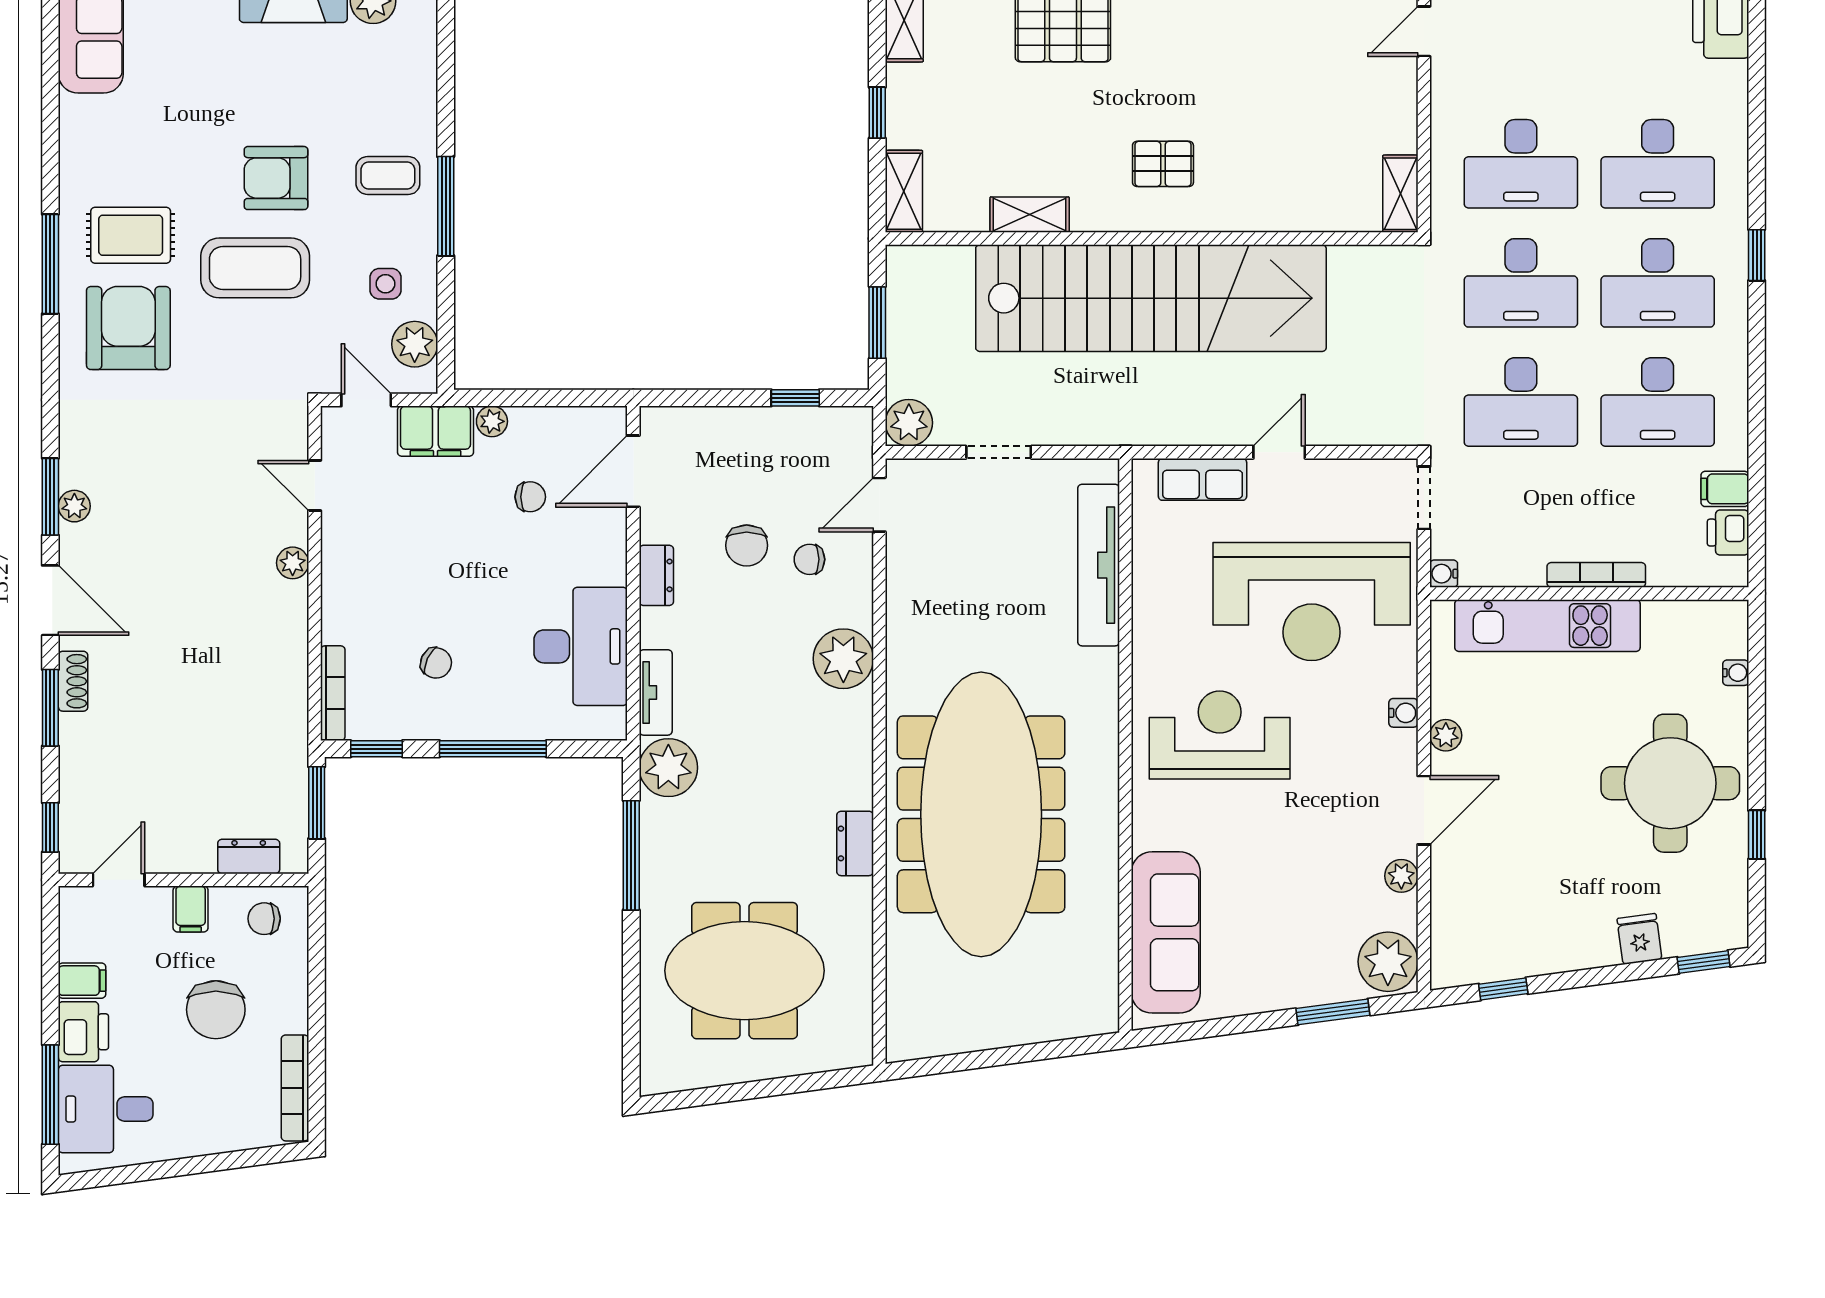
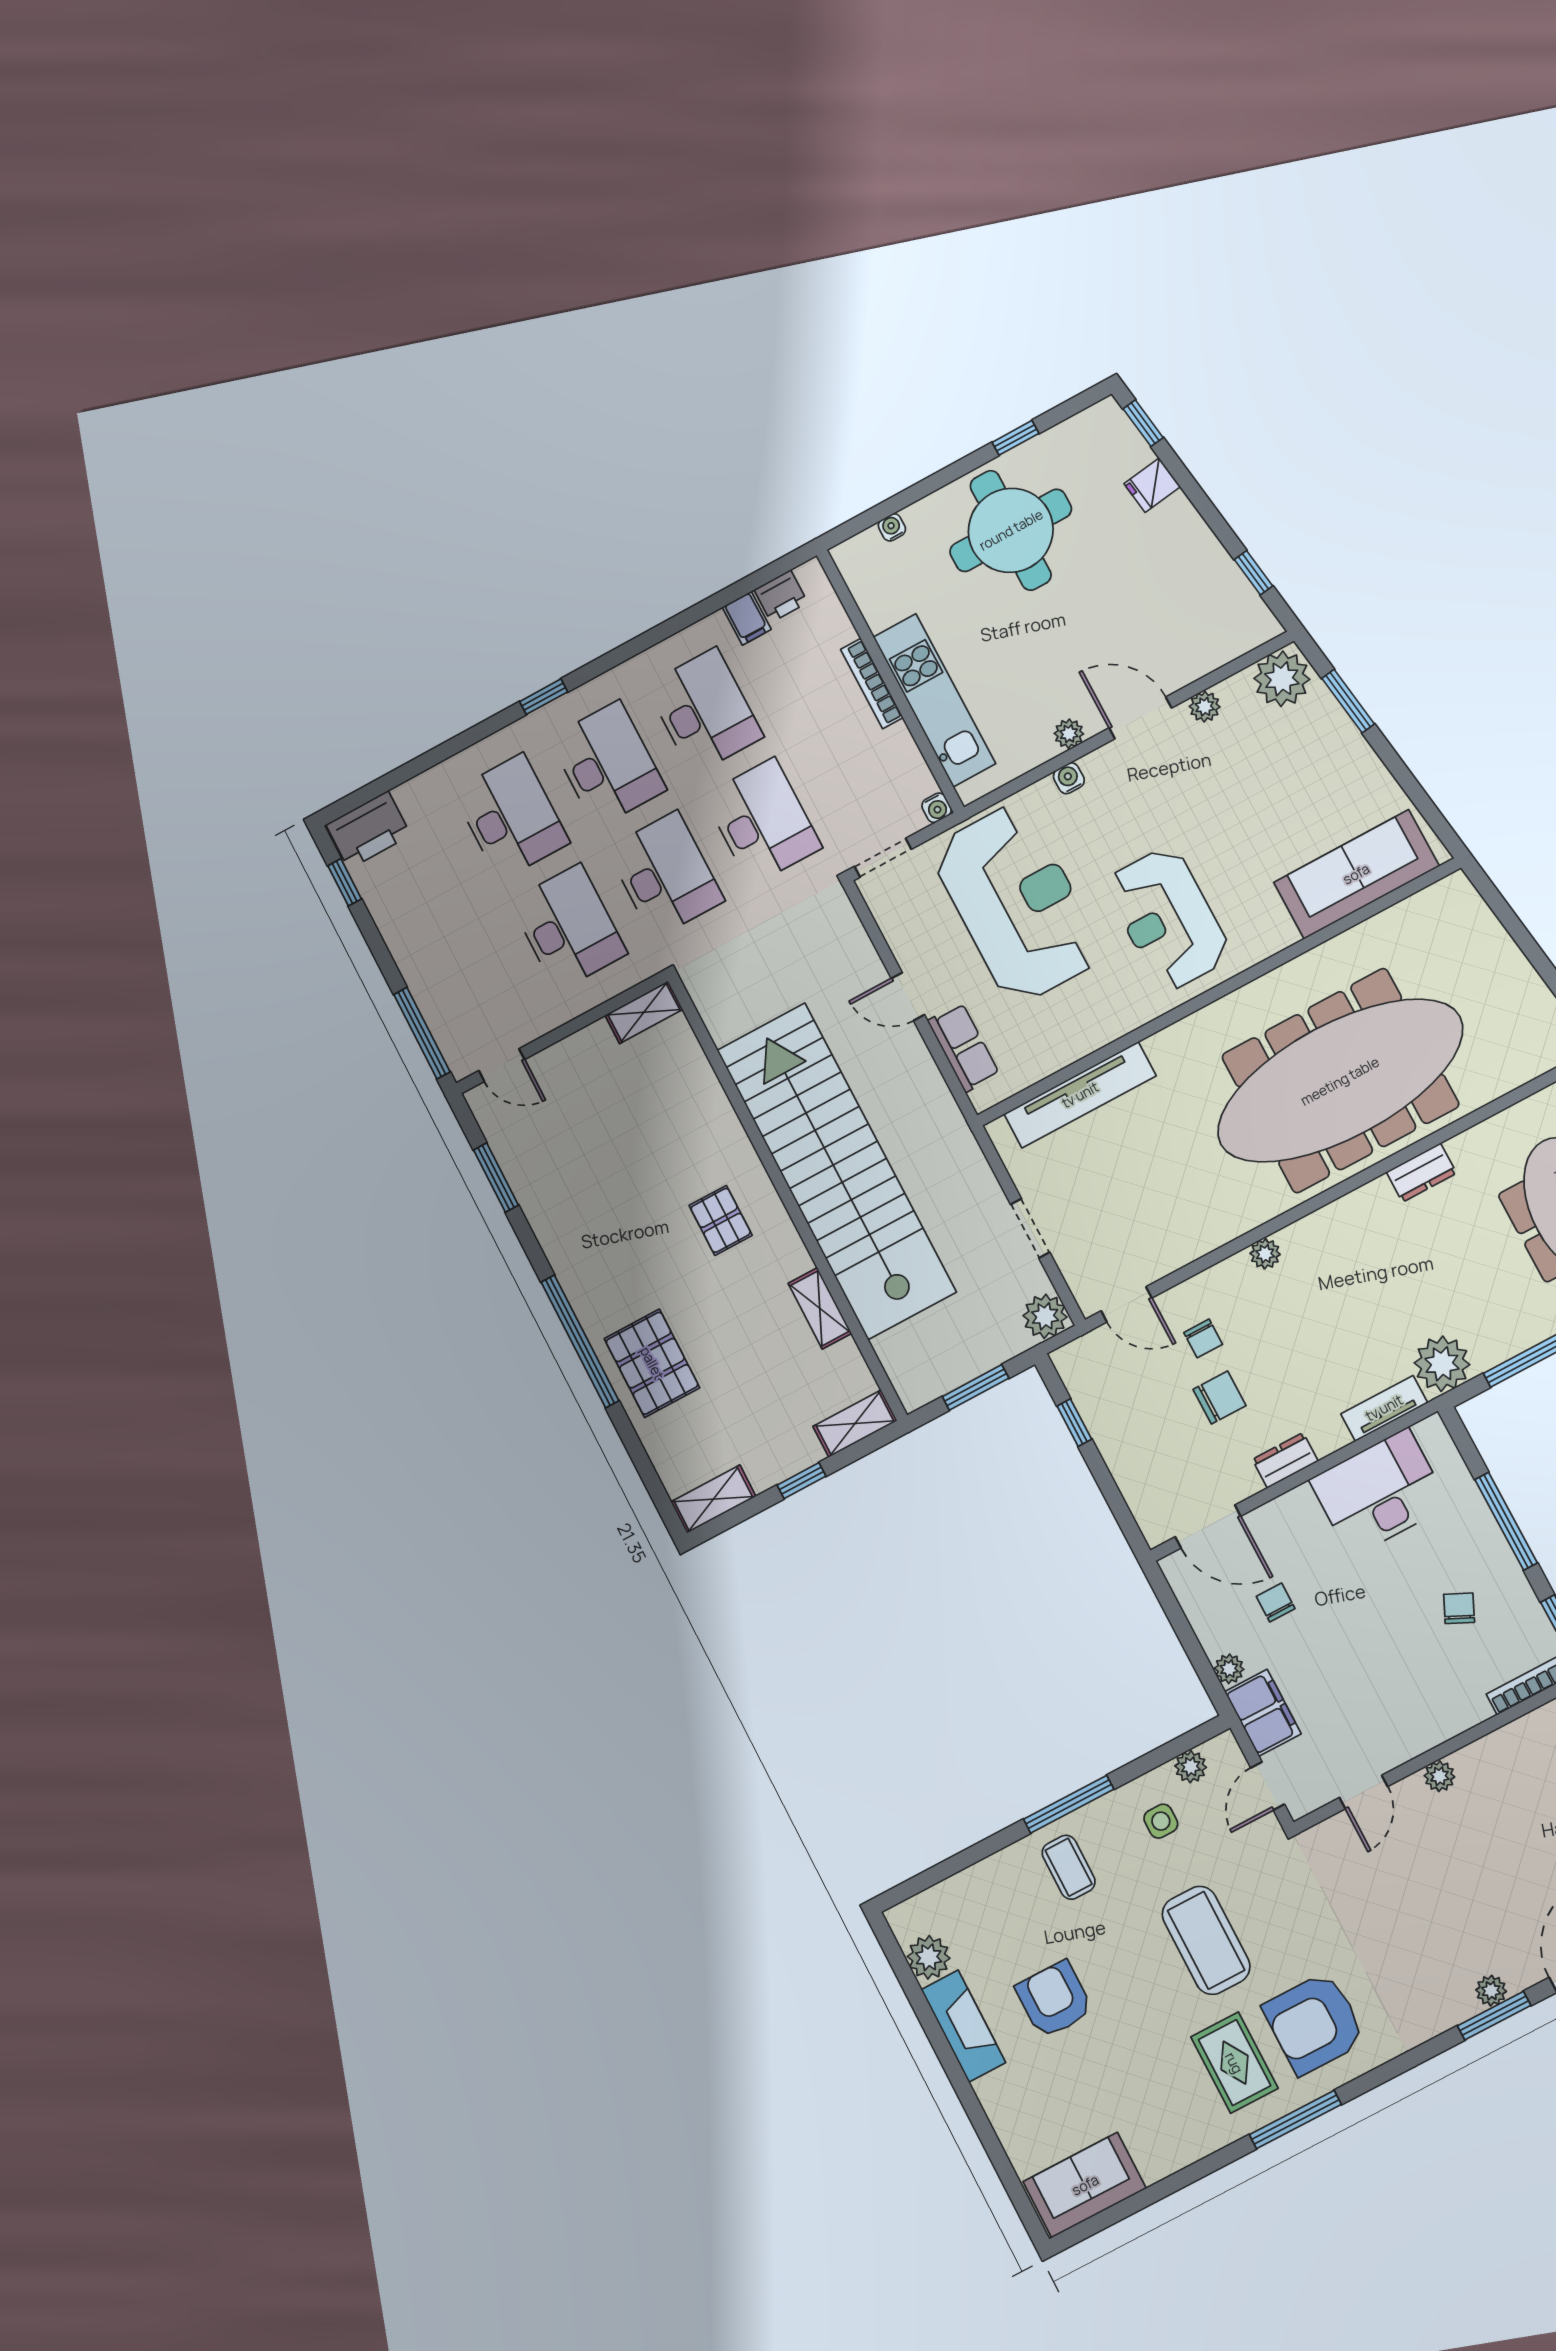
armchair: (276, 178) -> (1054, 1999), moved, turned 180
plant: (415, 344) -> (1191, 1767), width x0.73, depth x0.73
plant: (843, 659) -> (1265, 1254), width x0.53, depth x0.53

